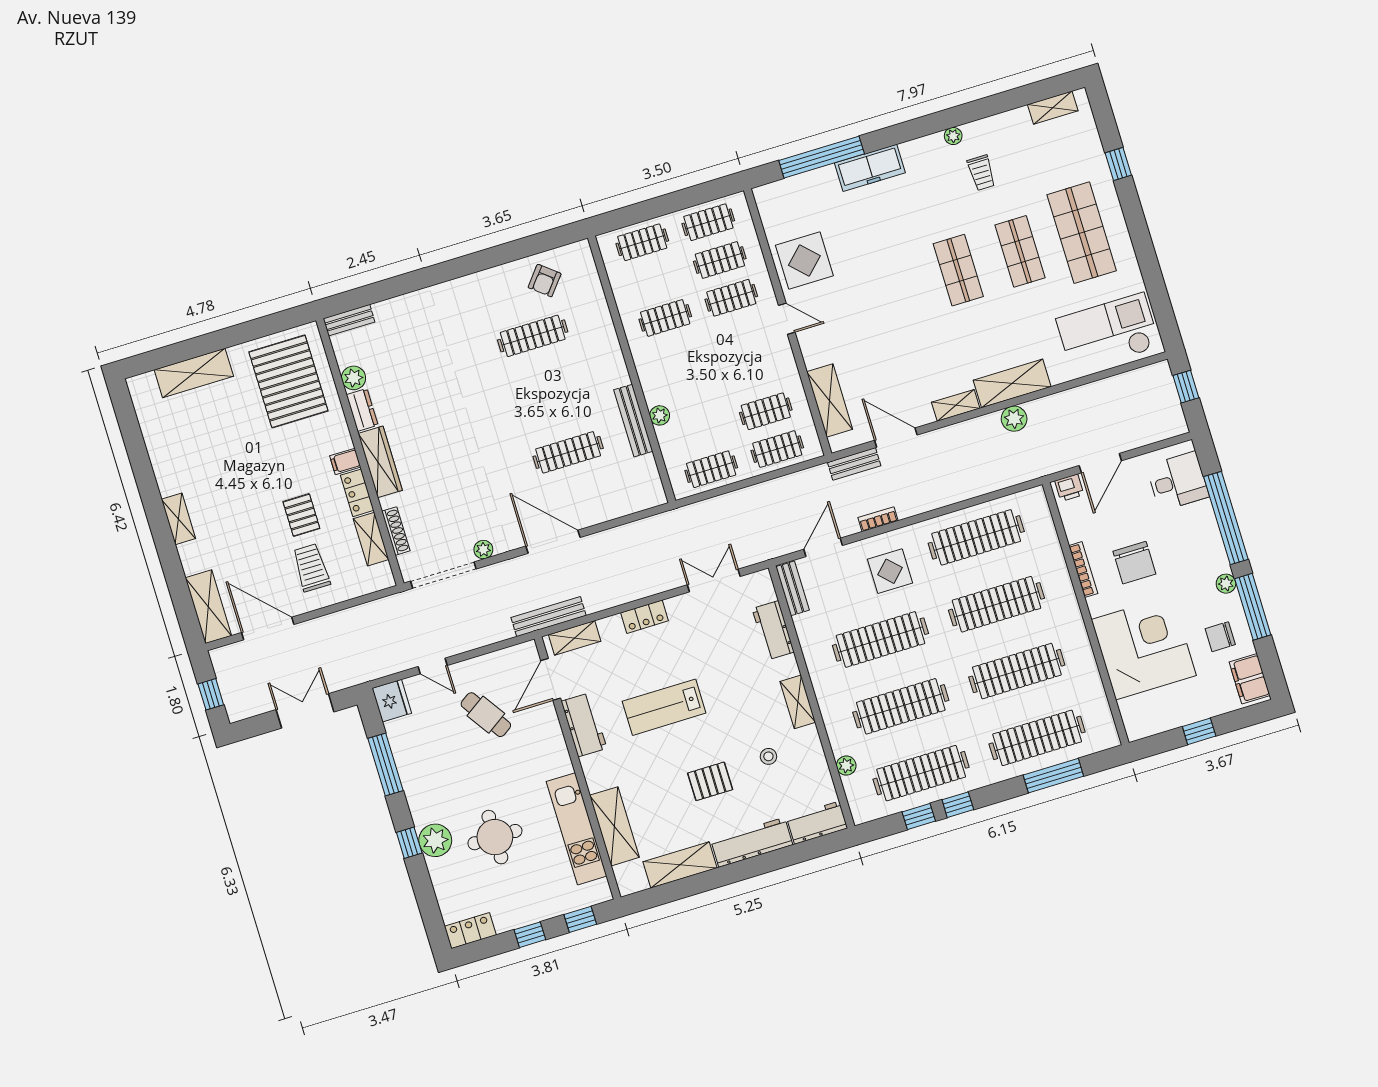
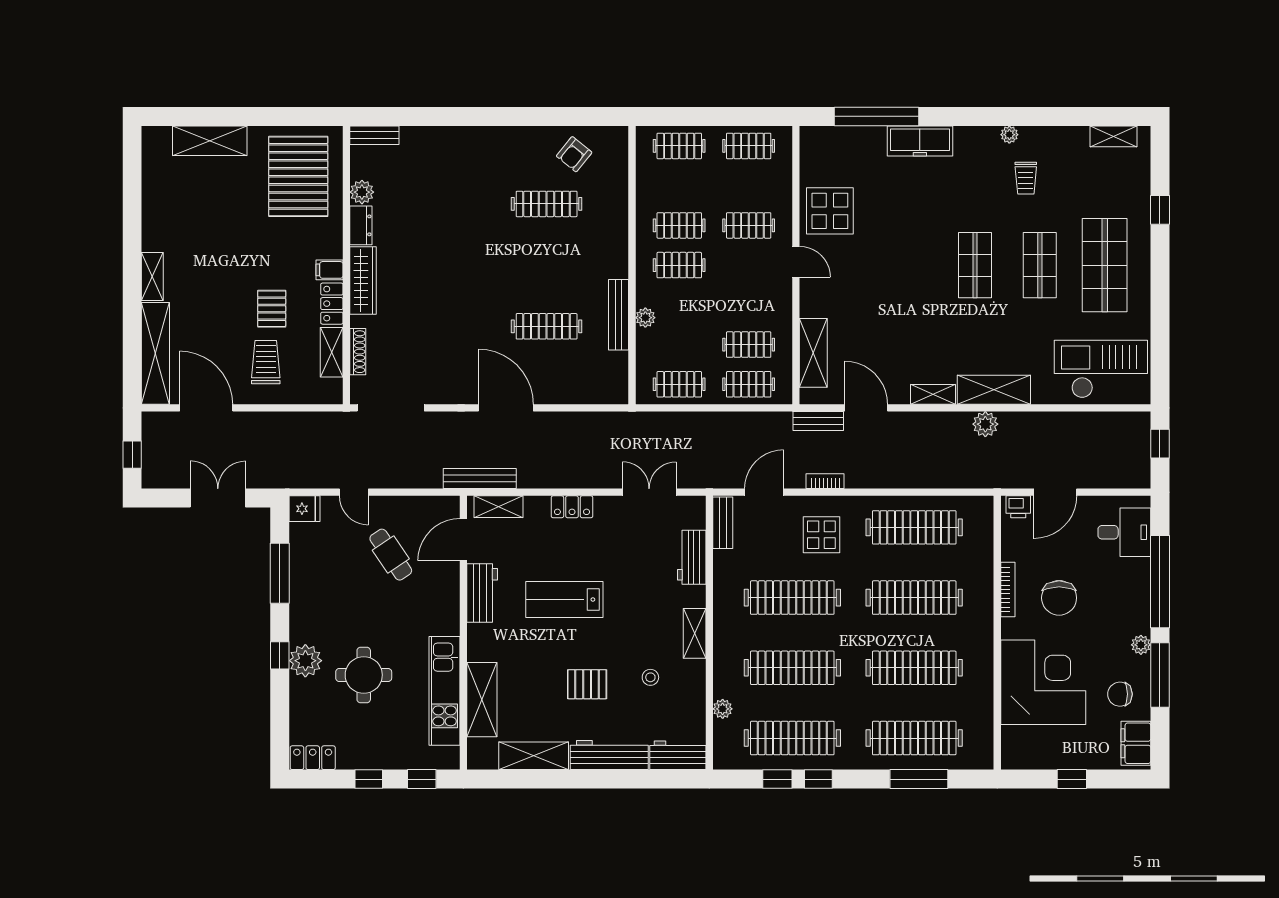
clothes rail: (720, 260) -> (679, 265), moved
plant: (483, 550) -> (437, 395), removed
shelving: (208, 607) -> (155, 353), width x1.47
fridge: (392, 701) -> (304, 509), width x0.72

